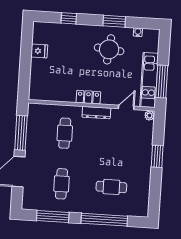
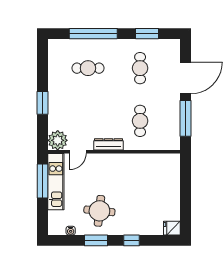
window: (69, 18) -> (131, 240), moved
fridge: (39, 51) -> (172, 228), moved
locker: (88, 97) -> (118, 160), removed
plant: (150, 115) -> (58, 140), width x1.87, depth x1.87
window: (53, 216) -> (147, 34), width x0.69

